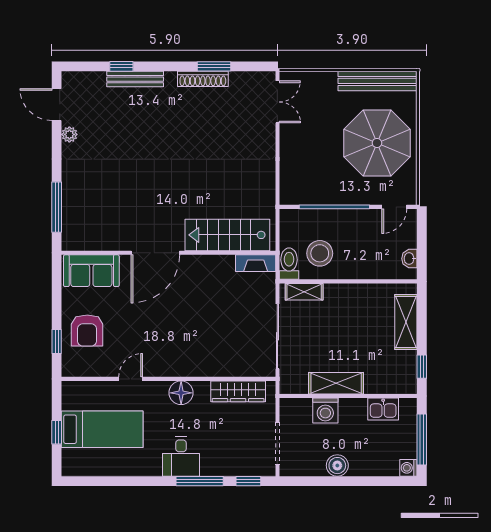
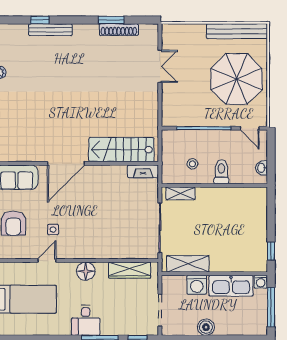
shoe rack: (203, 79) -> (119, 30), moved
double door: (277, 102) -> (160, 66), moved
door: (394, 207) -> (250, 128), hinge flipped
stool: (320, 253) -> (192, 164), width x0.53, depth x0.53
toilet: (289, 264) -> (221, 172), moved
shelving: (406, 322) -> (259, 217), removed
side table: (139, 339) -> (53, 230), added
shelving: (336, 383) -> (188, 264), moved
kitchen sink: (383, 409) -> (231, 286), width x1.88, depth x1.24
washing machine: (408, 468) -> (261, 282), moved, turned -90

